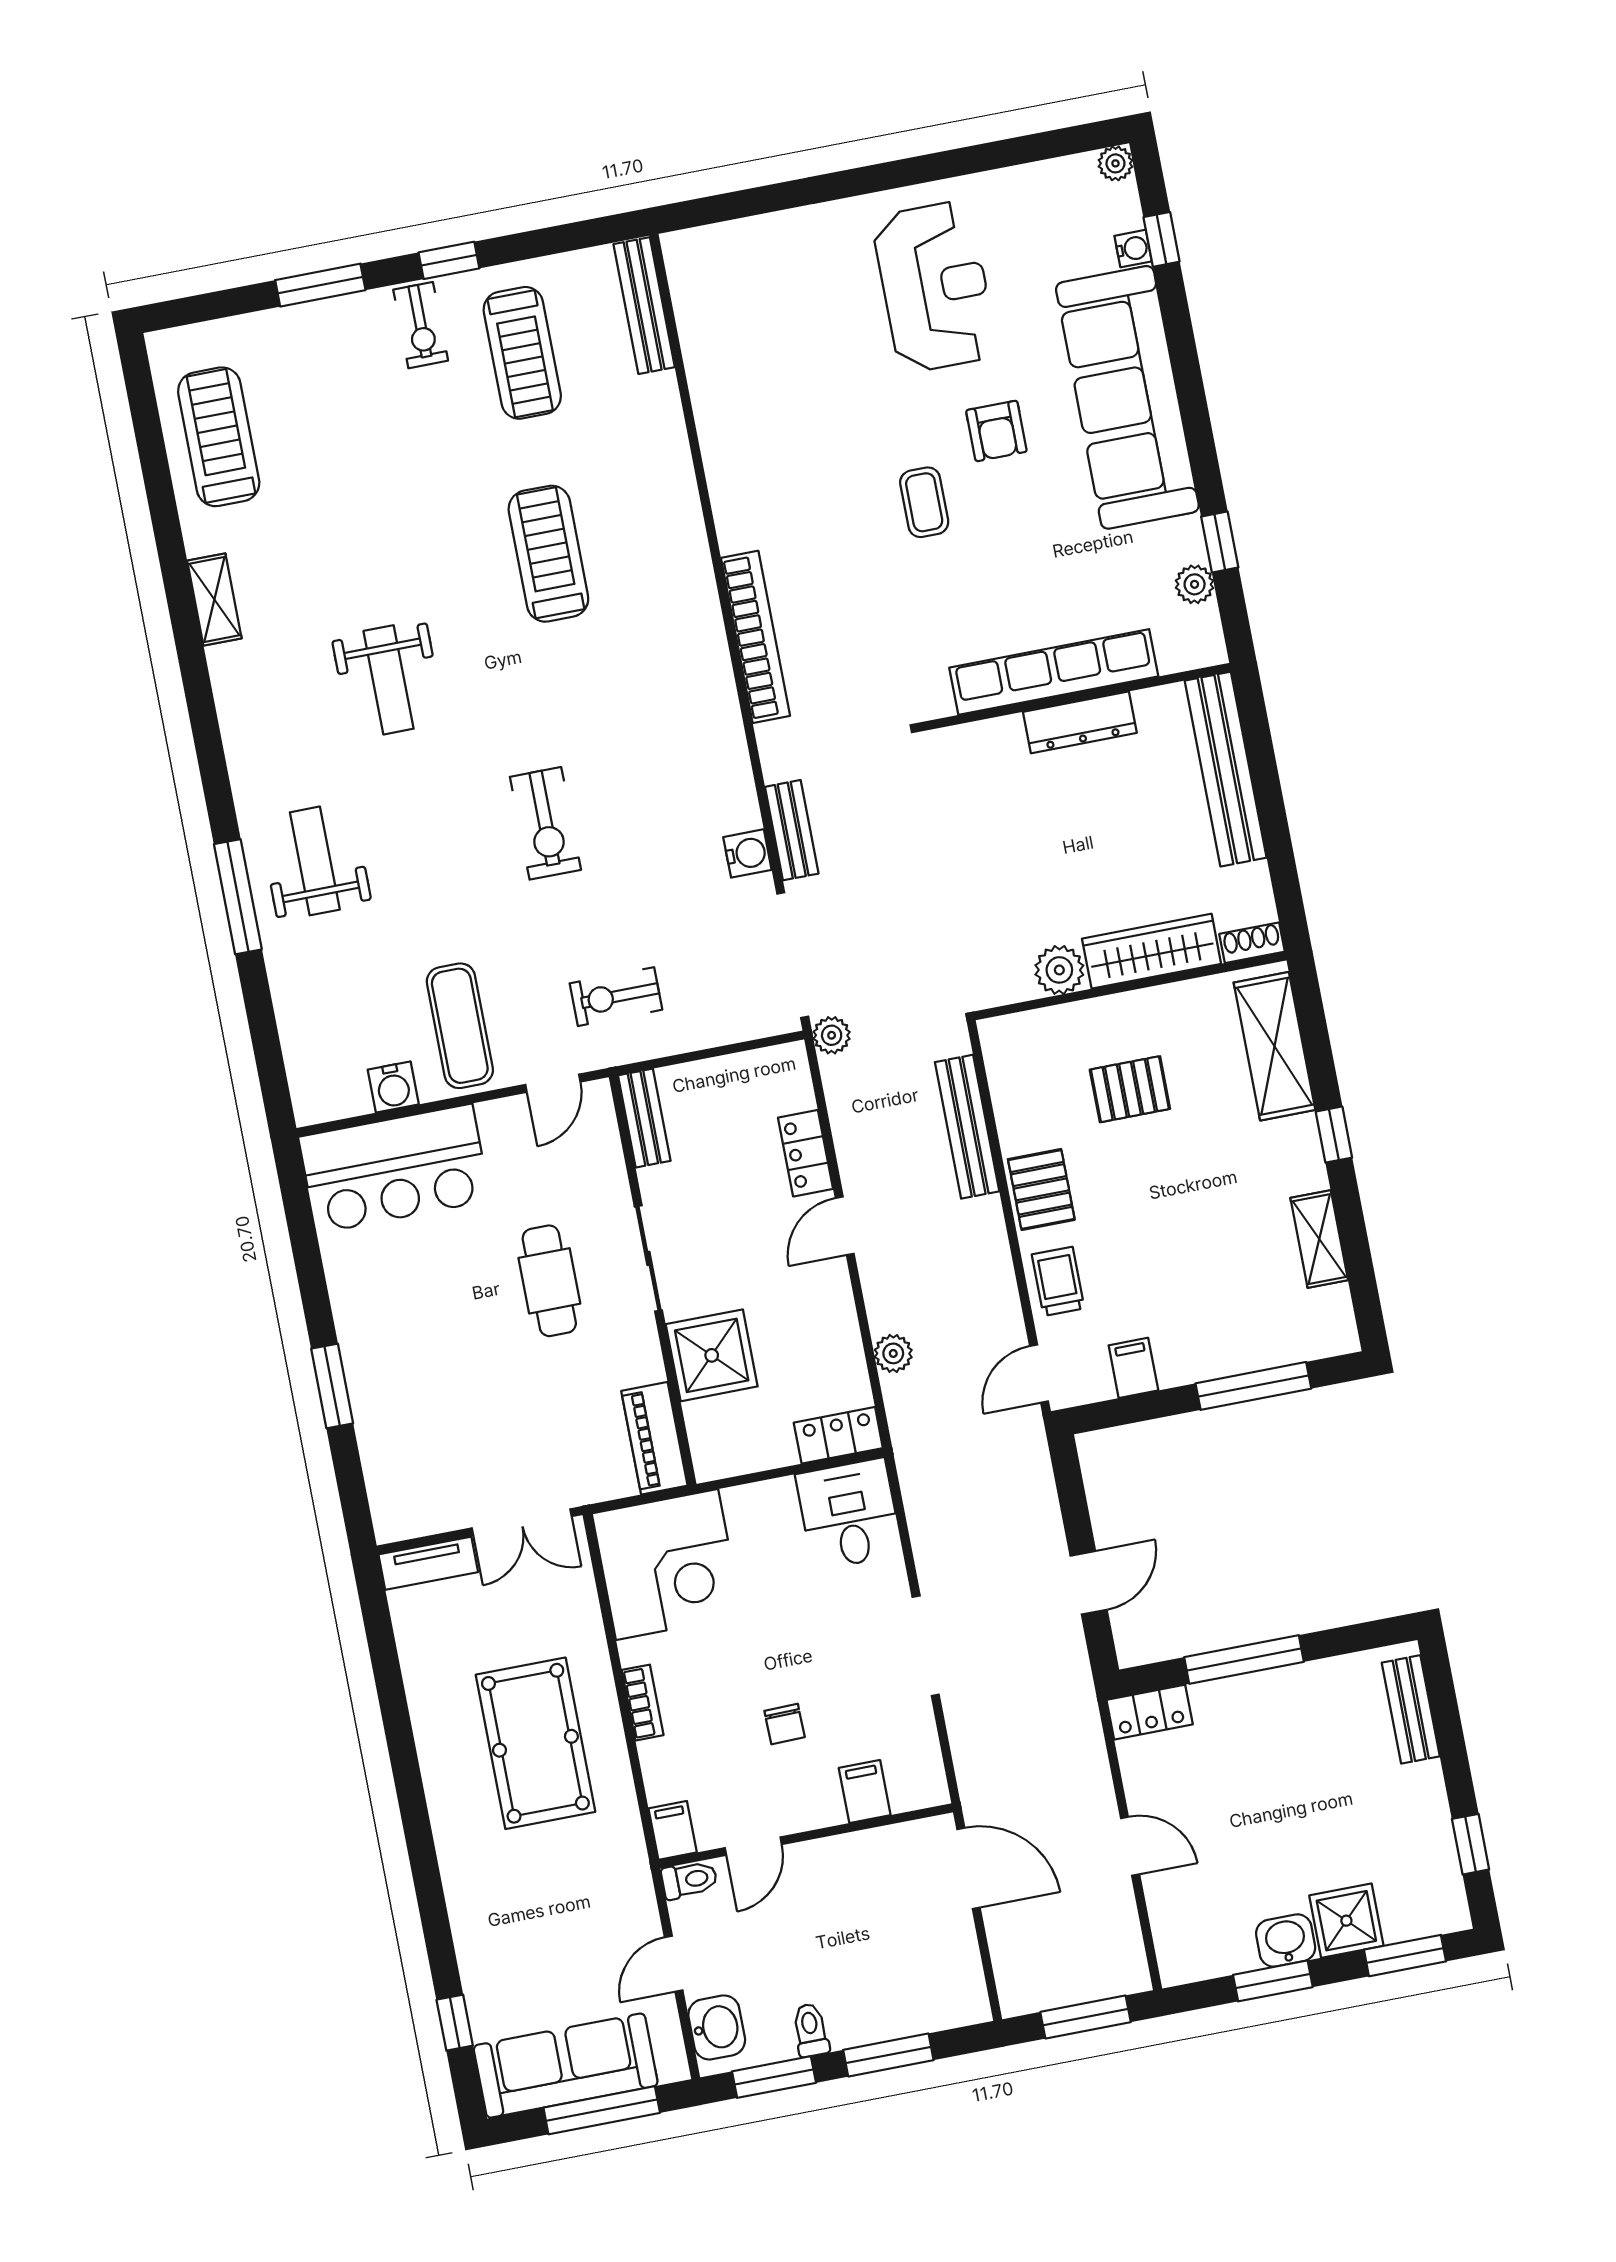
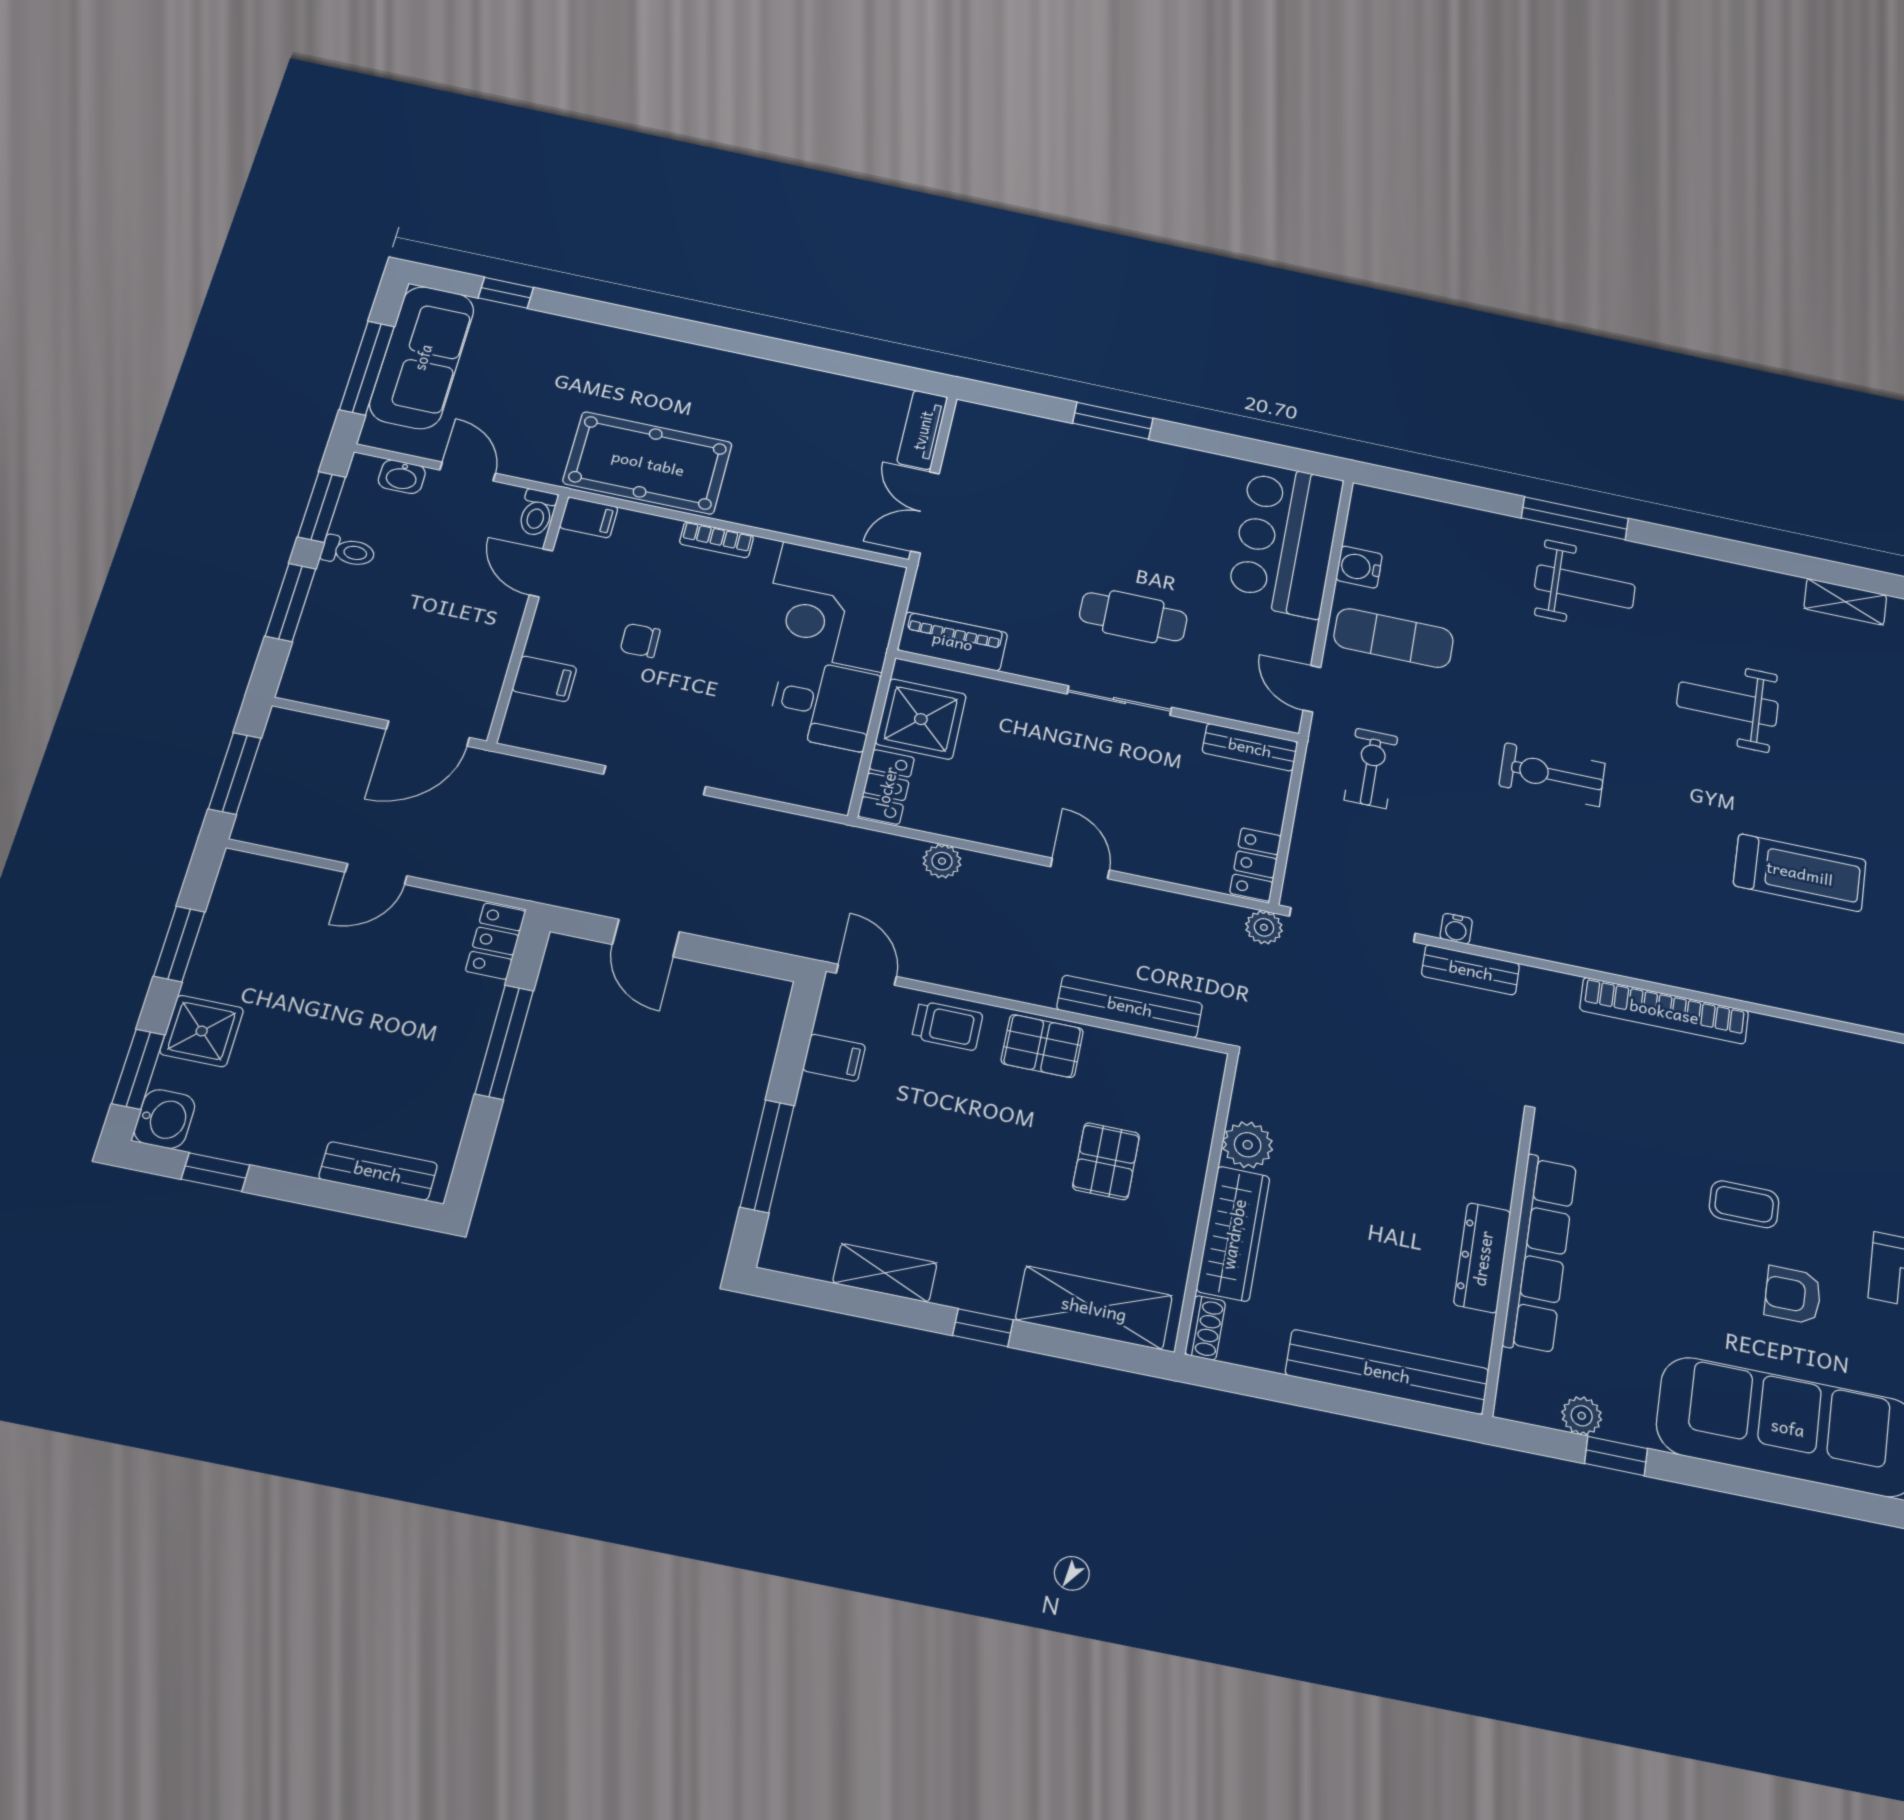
water cooler: (747, 853) -> (1456, 929), width x0.72, depth x0.72
locker: (805, 1153) -> (1255, 864), moved, turned -90
shower: (712, 1355) -> (921, 719), moved
desk: (849, 1514) -> (824, 704), moved
pool table: (535, 1743) -> (648, 463), moved
washbasin: (1286, 1941) -> (165, 1119), moved
washbasin: (717, 2027) -> (402, 477), width x0.72, depth x0.69

